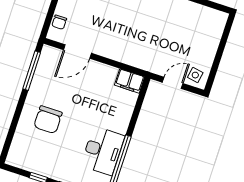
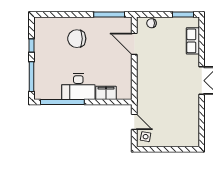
filing cabinet: (130, 81) -> (106, 93), moved, turned 90
desk: (103, 151) -> (78, 87), moved

